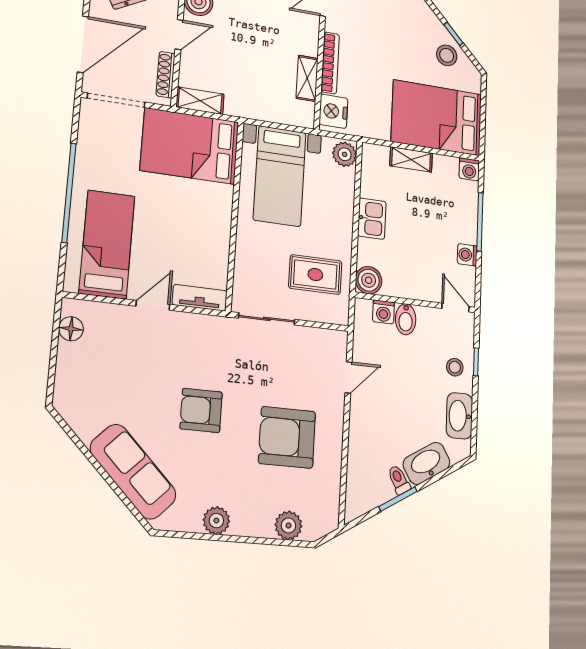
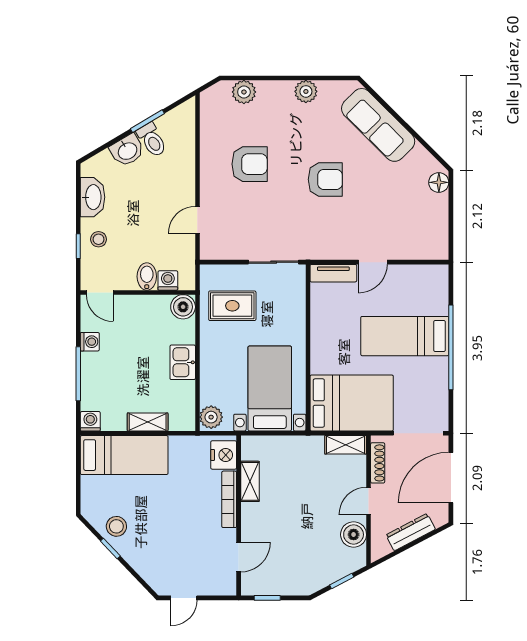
bed: (437, 118) -> (124, 455), width x0.67
bed: (107, 244) -> (405, 336), moved, turned 90
floor lamp: (71, 329) -> (439, 182), moved
armchair: (287, 437) -> (250, 164), width x0.73, depth x0.73
washbasin: (427, 463) -> (127, 150), width x0.72
toilet: (399, 480) -> (152, 140), width x1.37, depth x1.39

